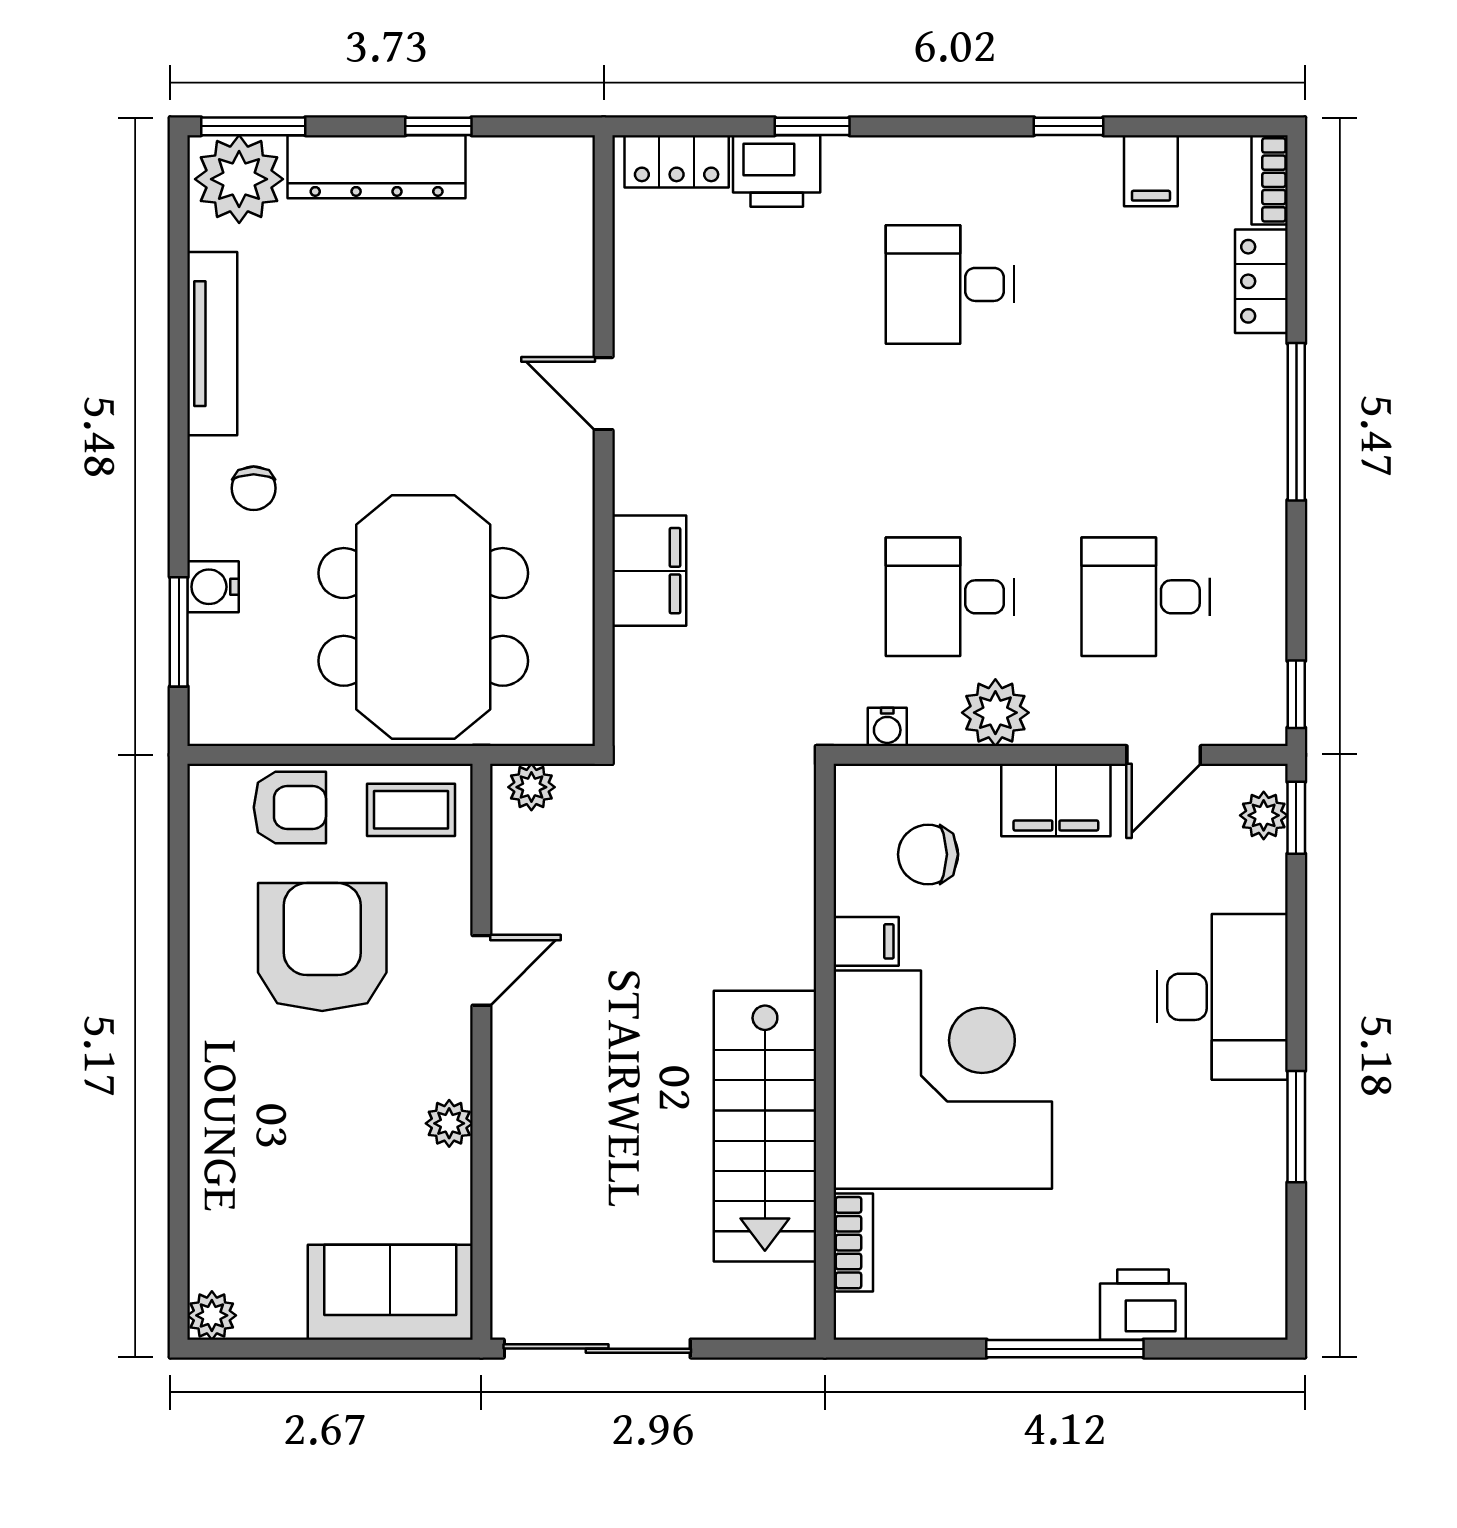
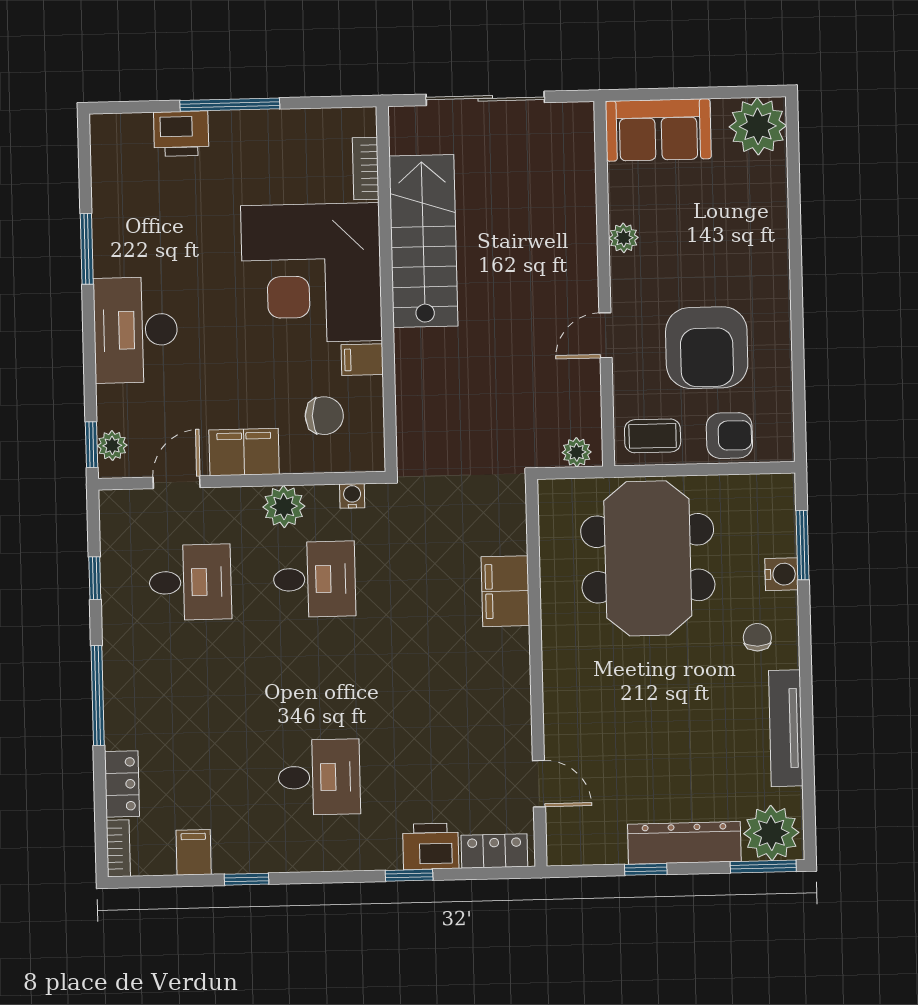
door: (604, 394) -> (539, 784), moved
window: (1296, 694) -> (95, 578), moved
armchair: (290, 807) -> (729, 436), turned 180
plant: (212, 1315) -> (758, 126), width x1.88, depth x1.88
sliding door: (597, 1349) -> (485, 98), moved

